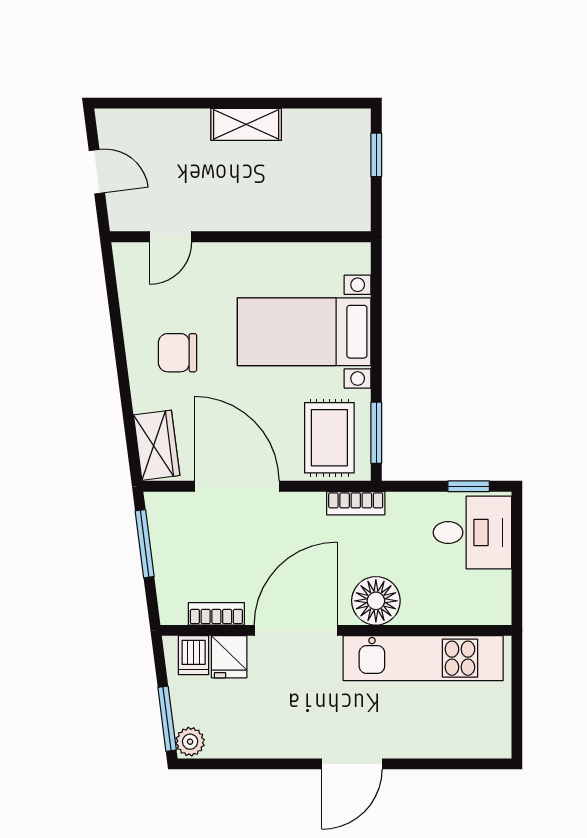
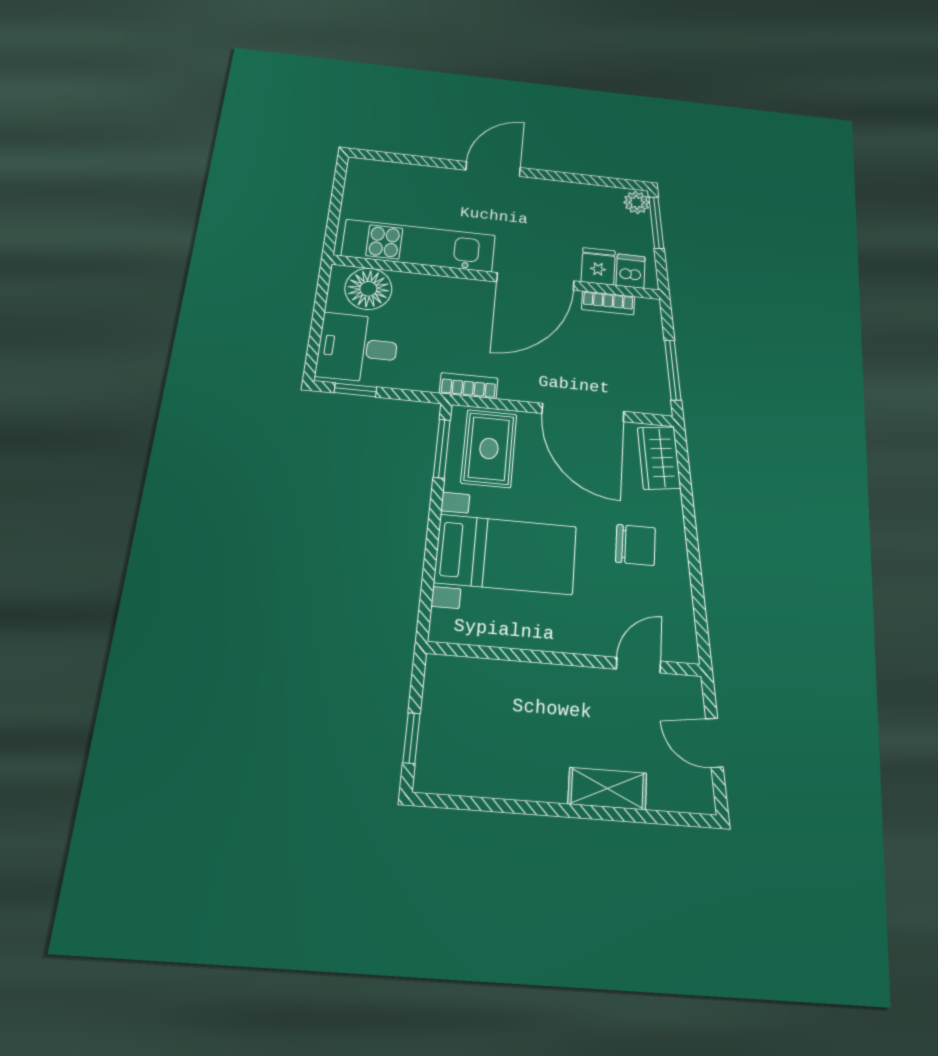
shelving: (246, 124) -> (607, 789), moved
floor lamp: (376, 601) -> (368, 289), moved

